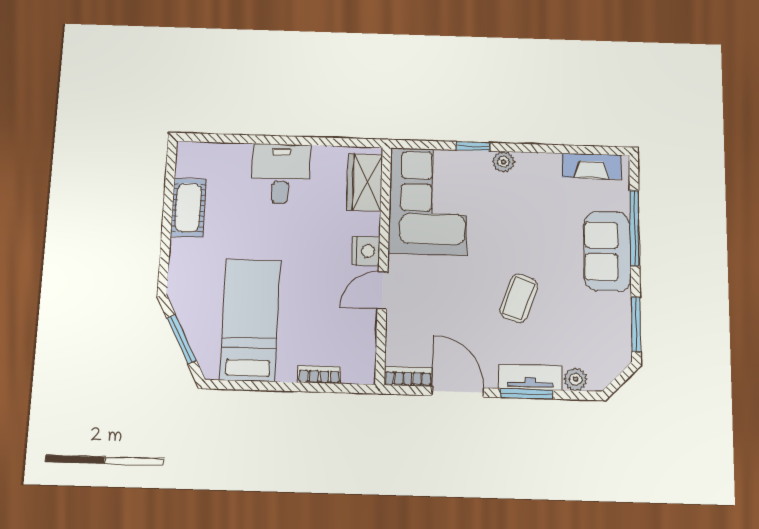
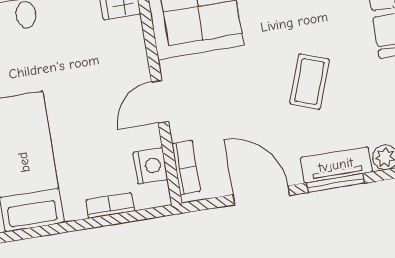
nightstand: (366, 251) -> (150, 166), moved
bookcase: (408, 376) -> (186, 168), moved, turned 90

